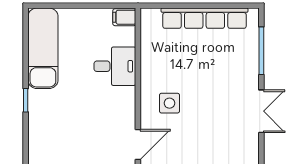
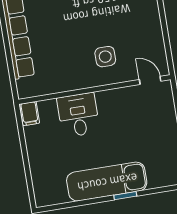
exam couch: (43, 48) -> (107, 182), moved
door: (138, 145) -> (150, 80), width x0.73

